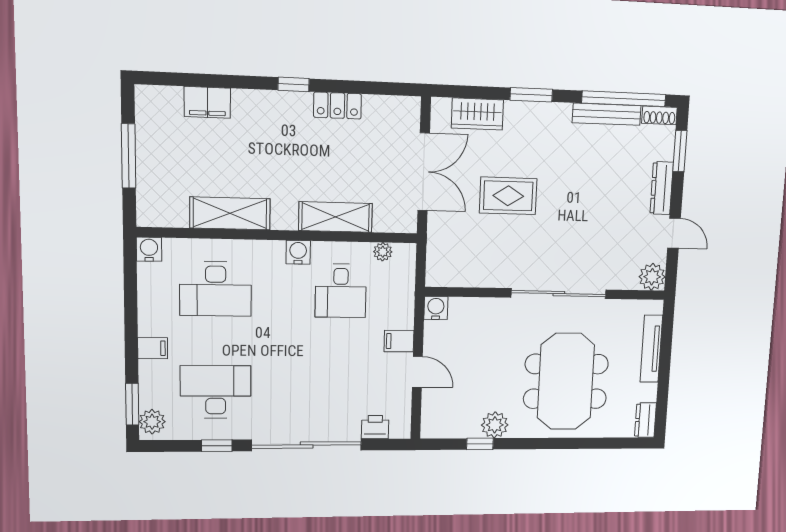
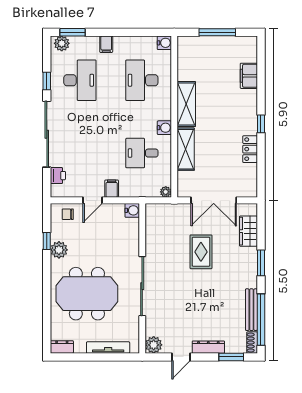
shelving: (230, 213) -> (186, 104), moved
plant: (383, 252) -> (166, 192), moved
chair: (438, 411) -> (68, 214), added

